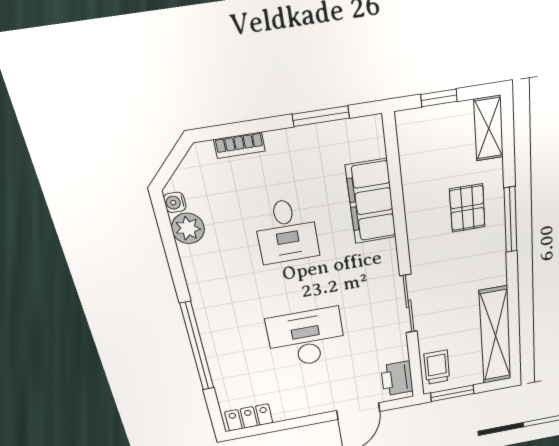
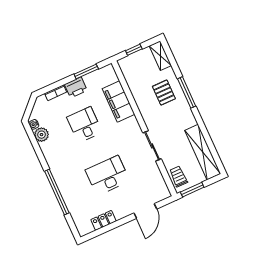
desk: (286, 231) -> (84, 125), turned 180
printer: (397, 378) -> (76, 87), moved, turned -90
locker: (249, 417) -> (104, 220), moved

